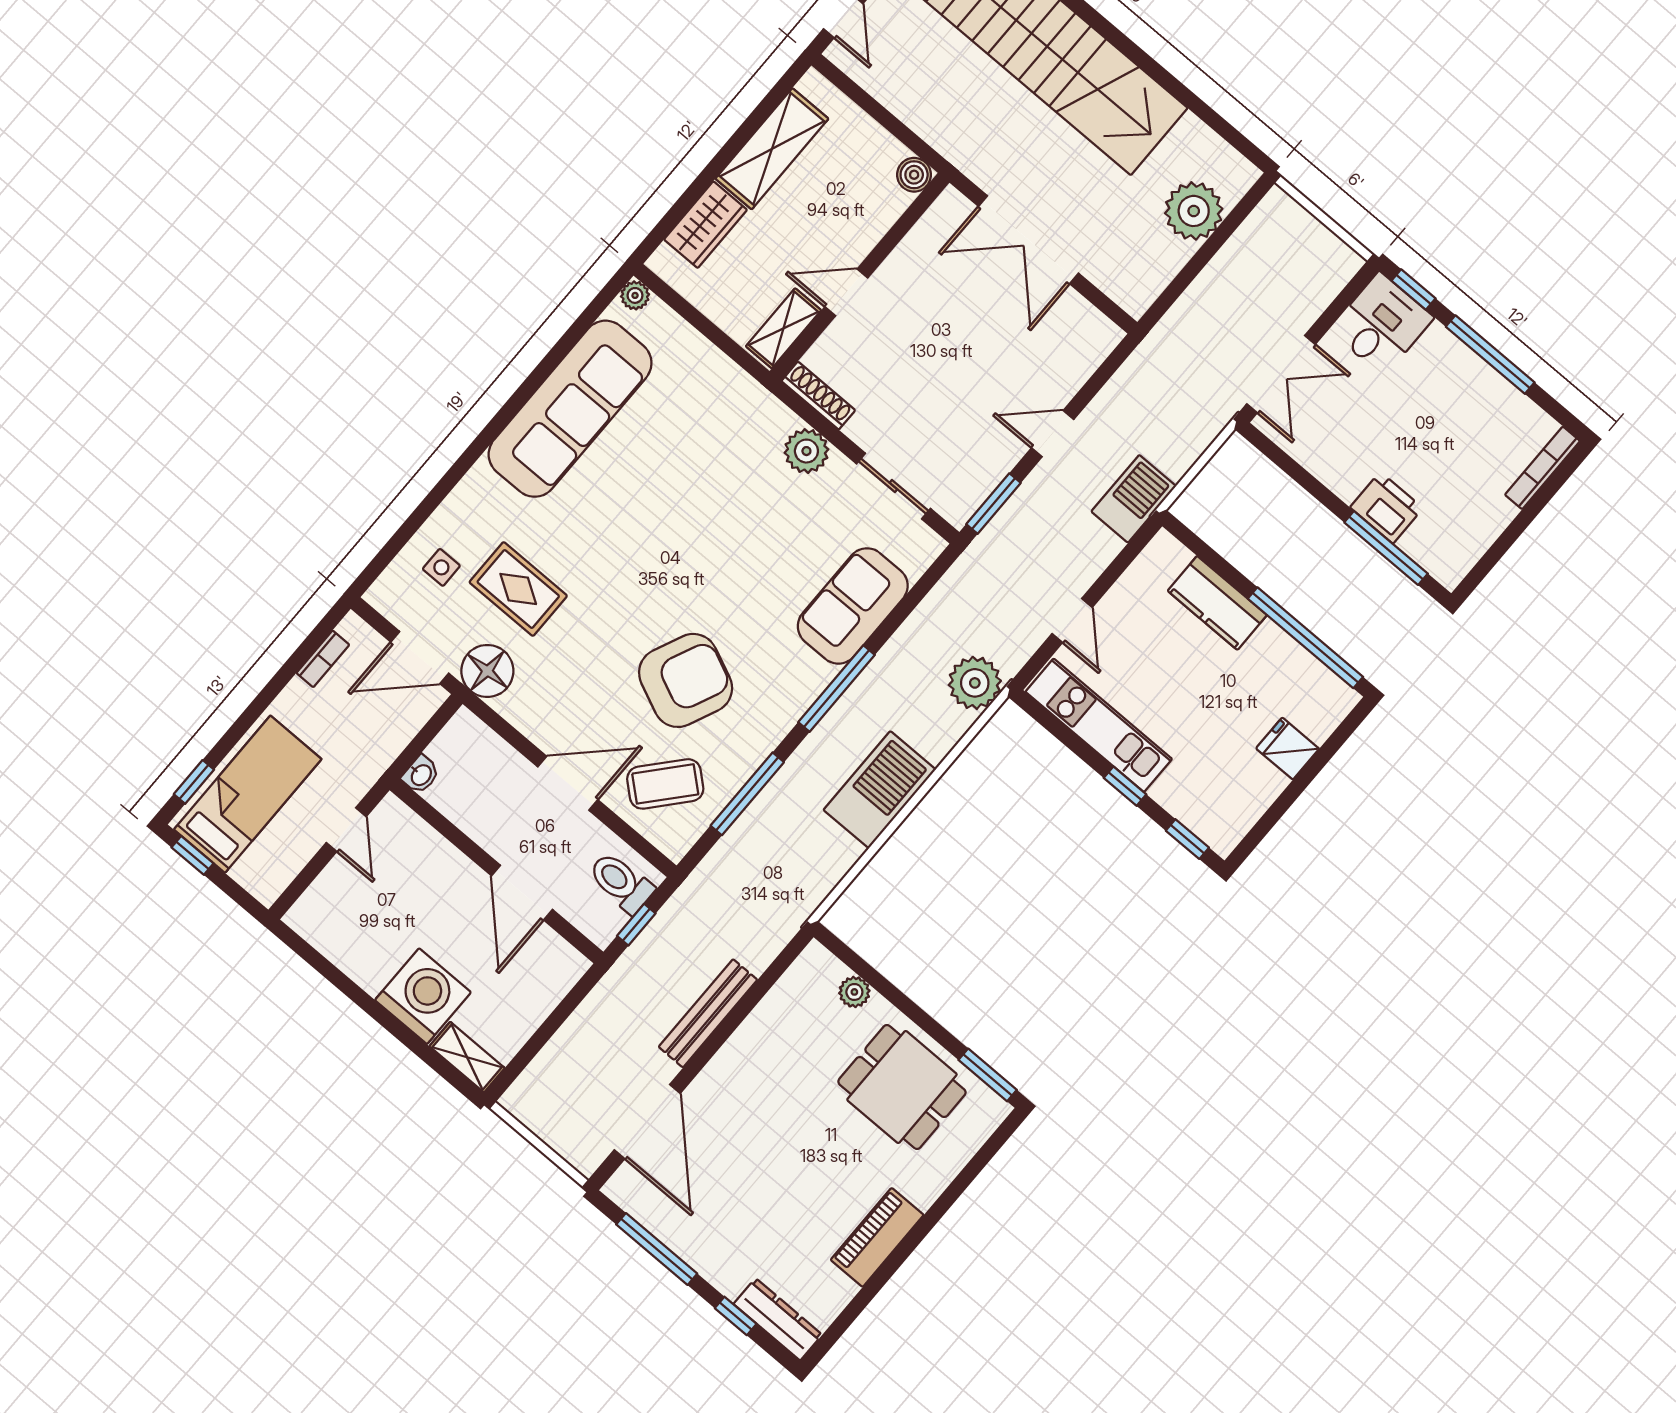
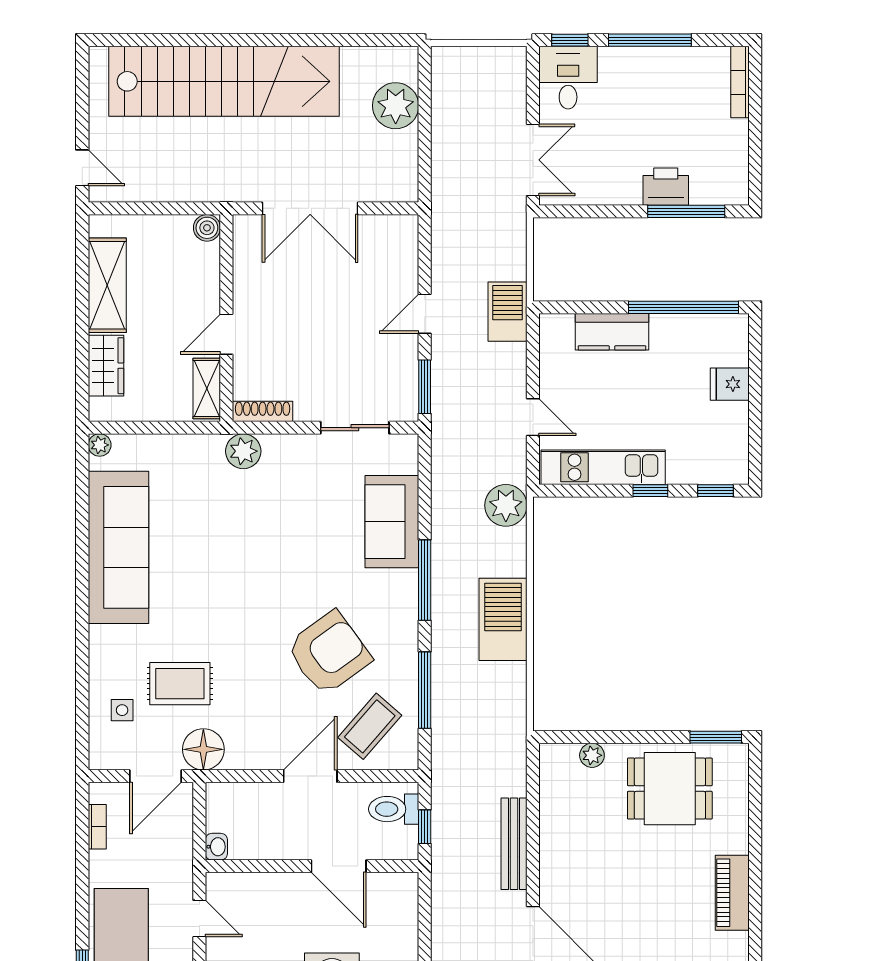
plant: (806, 451) -> (243, 451), moved
armchair: (686, 680) -> (329, 653), turned 30

